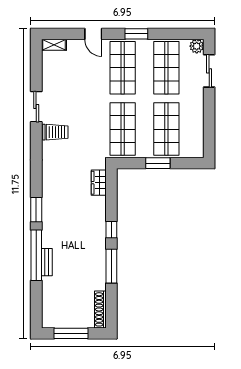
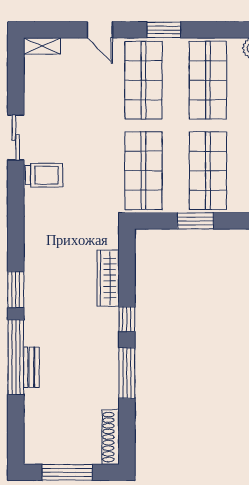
wardrobe: (99, 183) -> (108, 278), moved, width x1.50

